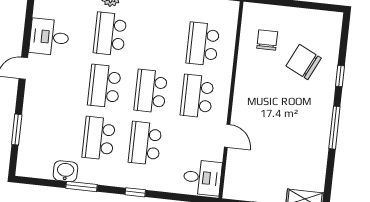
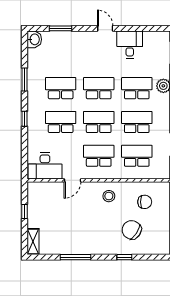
school desk: (156, 39) -> (137, 122), added
chair: (304, 62) -> (132, 230), turned -83
stool: (254, 88) -> (109, 196), added
window: (334, 128) -> (76, 257), moved
washbasin: (65, 171) -> (34, 39), moved
desk: (202, 178) -> (45, 166), width x1.37

